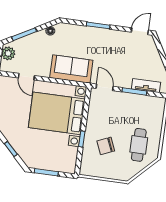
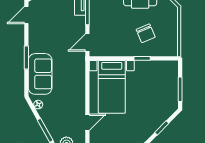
door: (140, 31) -> (26, 15), hinge flipped
sofa: (71, 69) -> (40, 74), moved, turned 180
bed with nightstands: (57, 113) -> (112, 87), width x0.73

